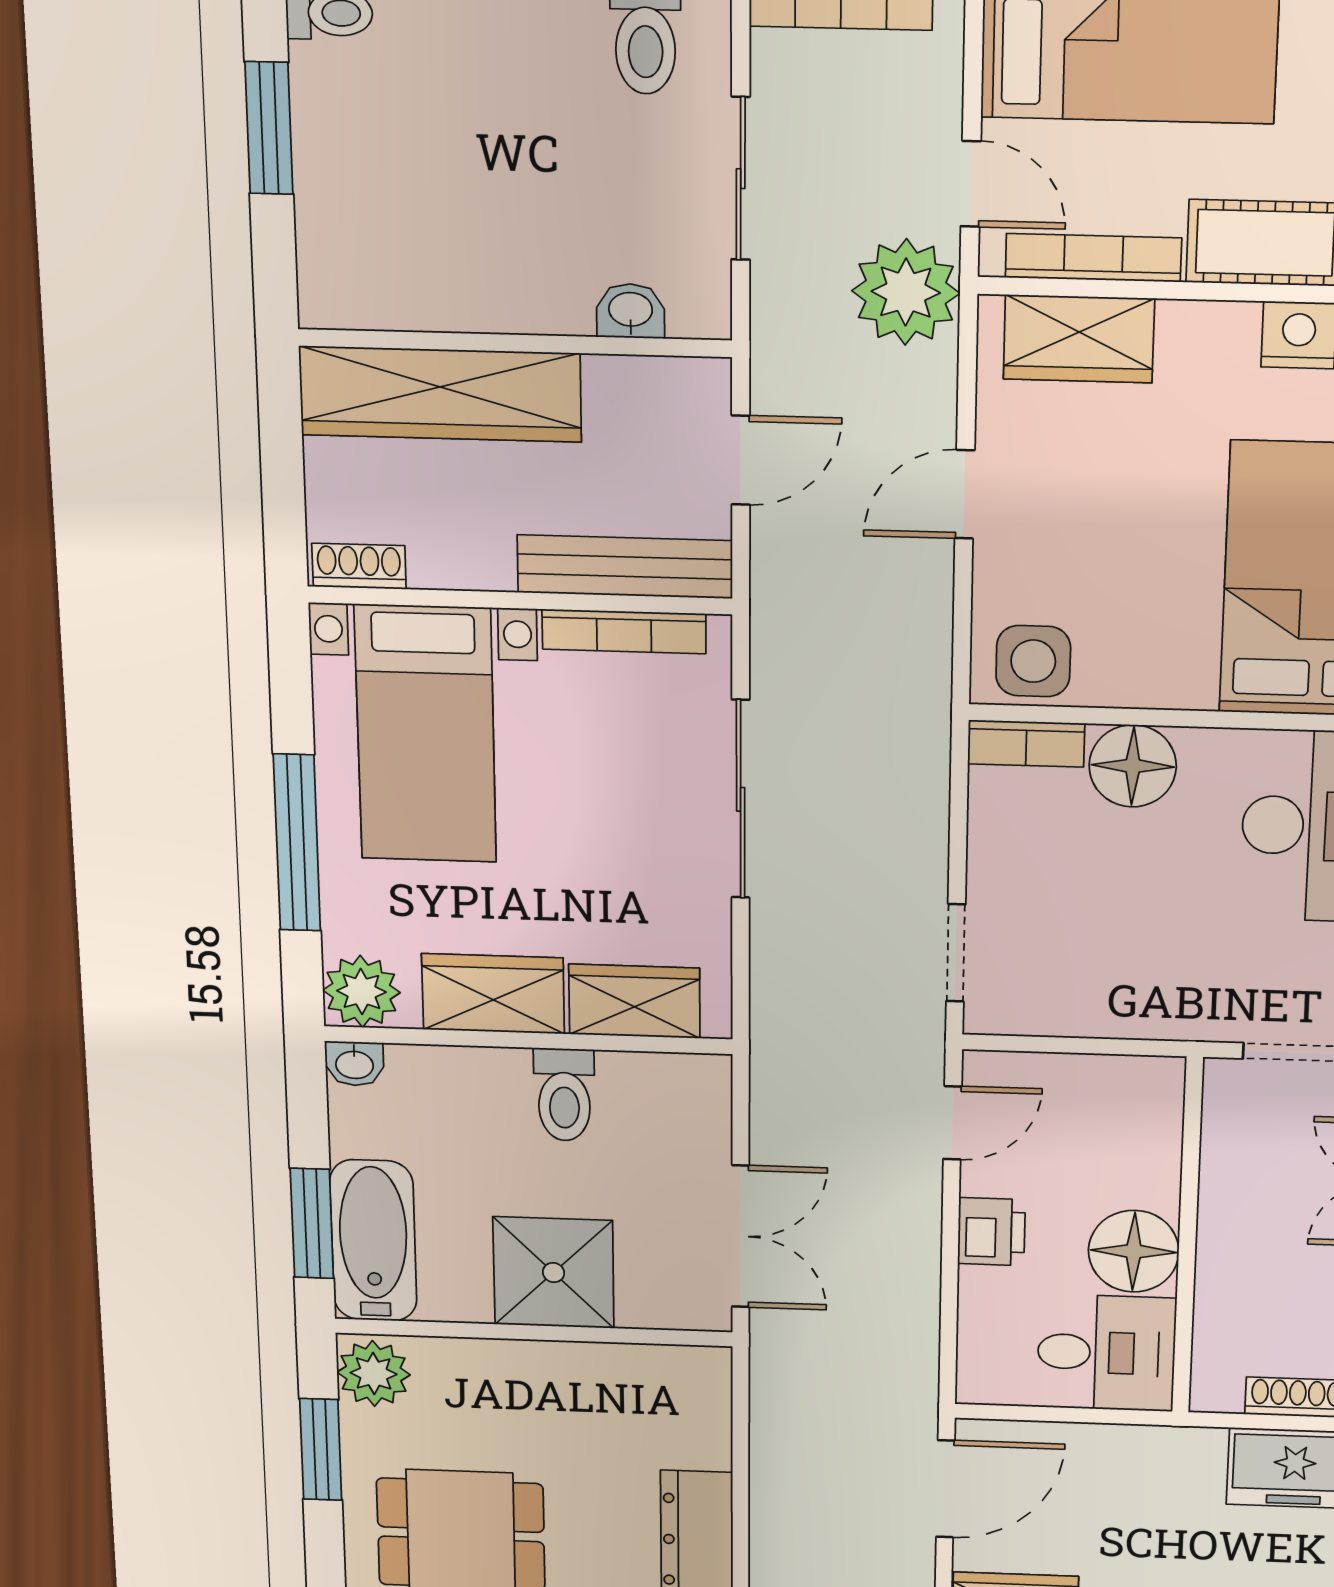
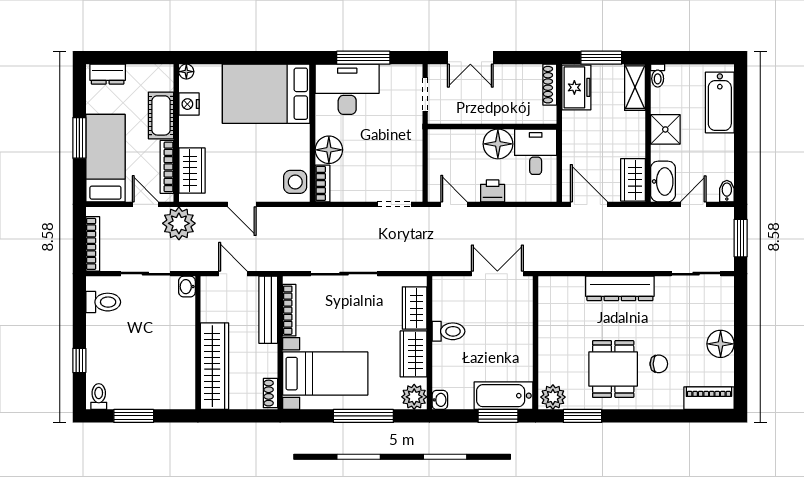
door: (971, 184) -> (145, 204), hinge flipped
washbasin: (631, 311) -> (187, 287), moved
shower: (553, 1273) -> (513, 336), removed

